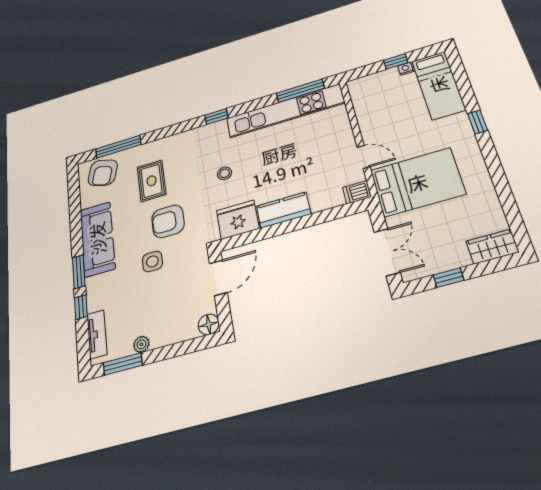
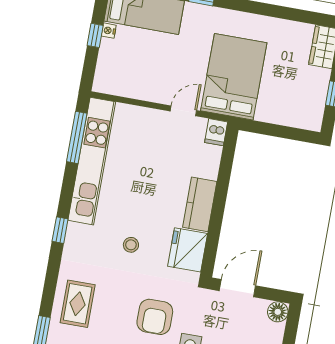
rug: (152, 181) -> (78, 304), moved, turned 90
double door: (387, 252) -> (286, 132), removed
door: (218, 278) -> (237, 288), hinge flipped

